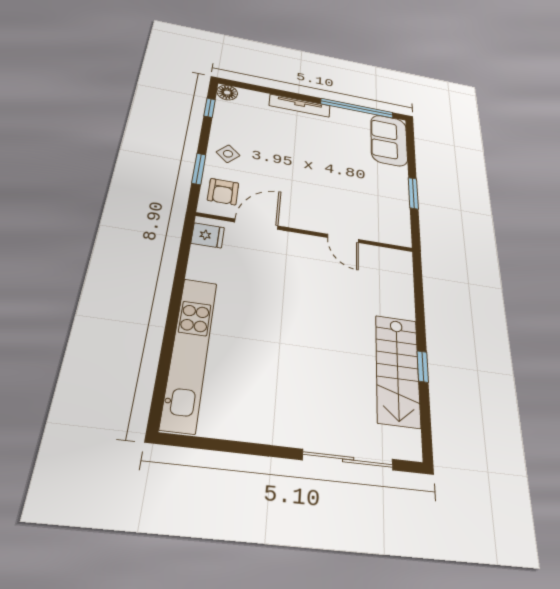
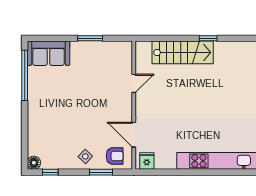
tv unit: (300, 106) -> (33, 115), removed
stairs: (398, 370) -> (183, 52), moved

